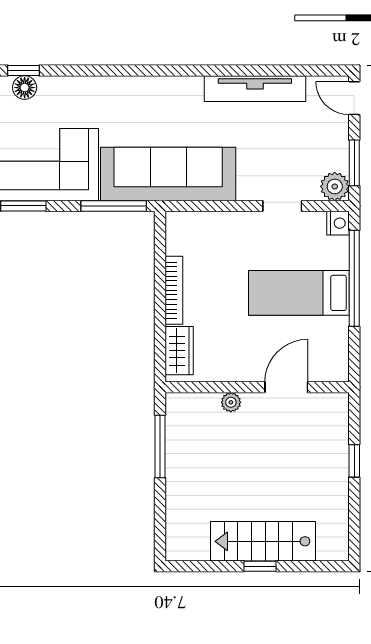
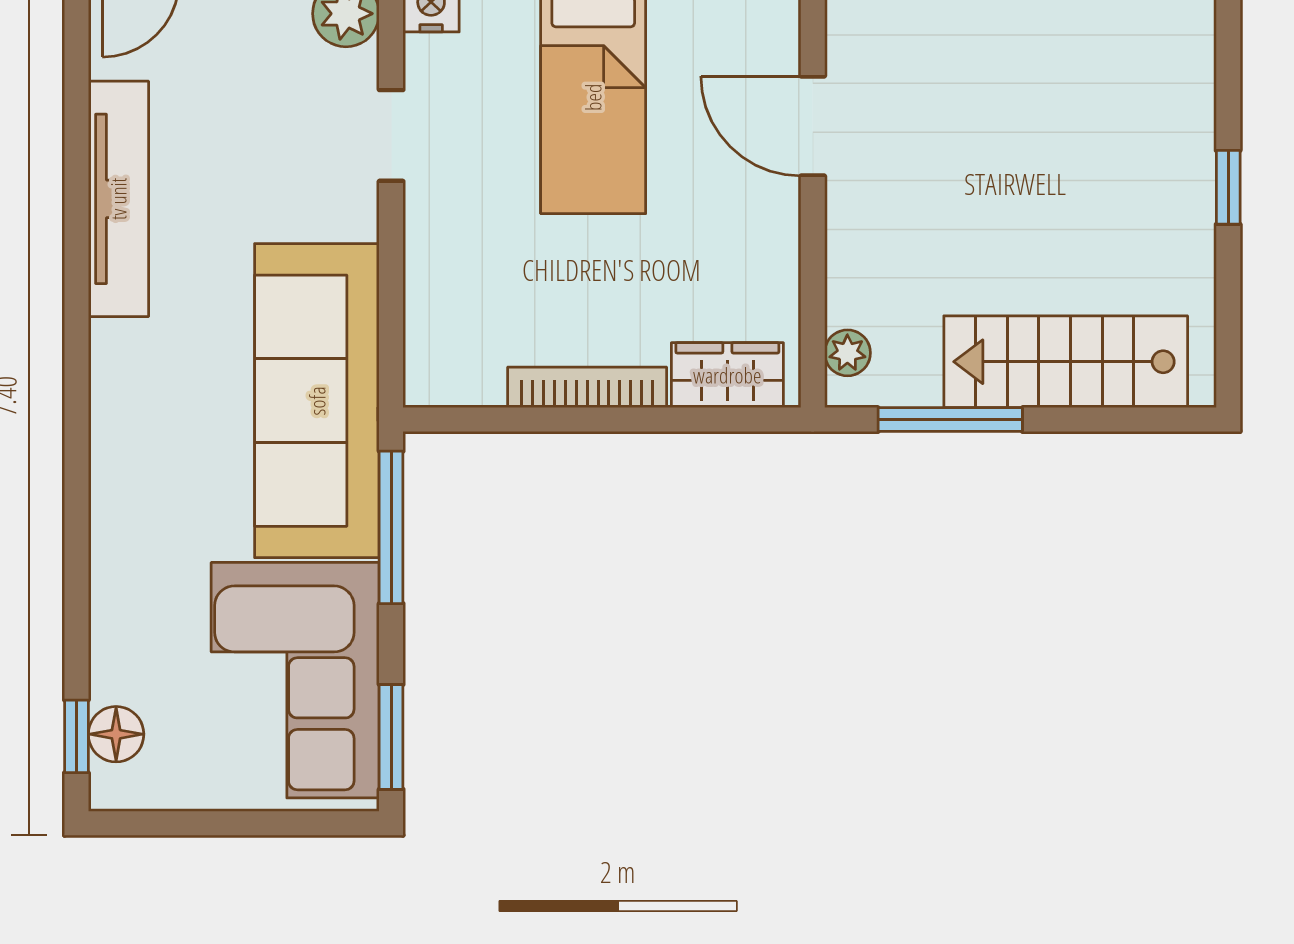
plant: (231, 402) -> (847, 353), moved
stairs: (263, 541) -> (1066, 362), moved, turned 90

